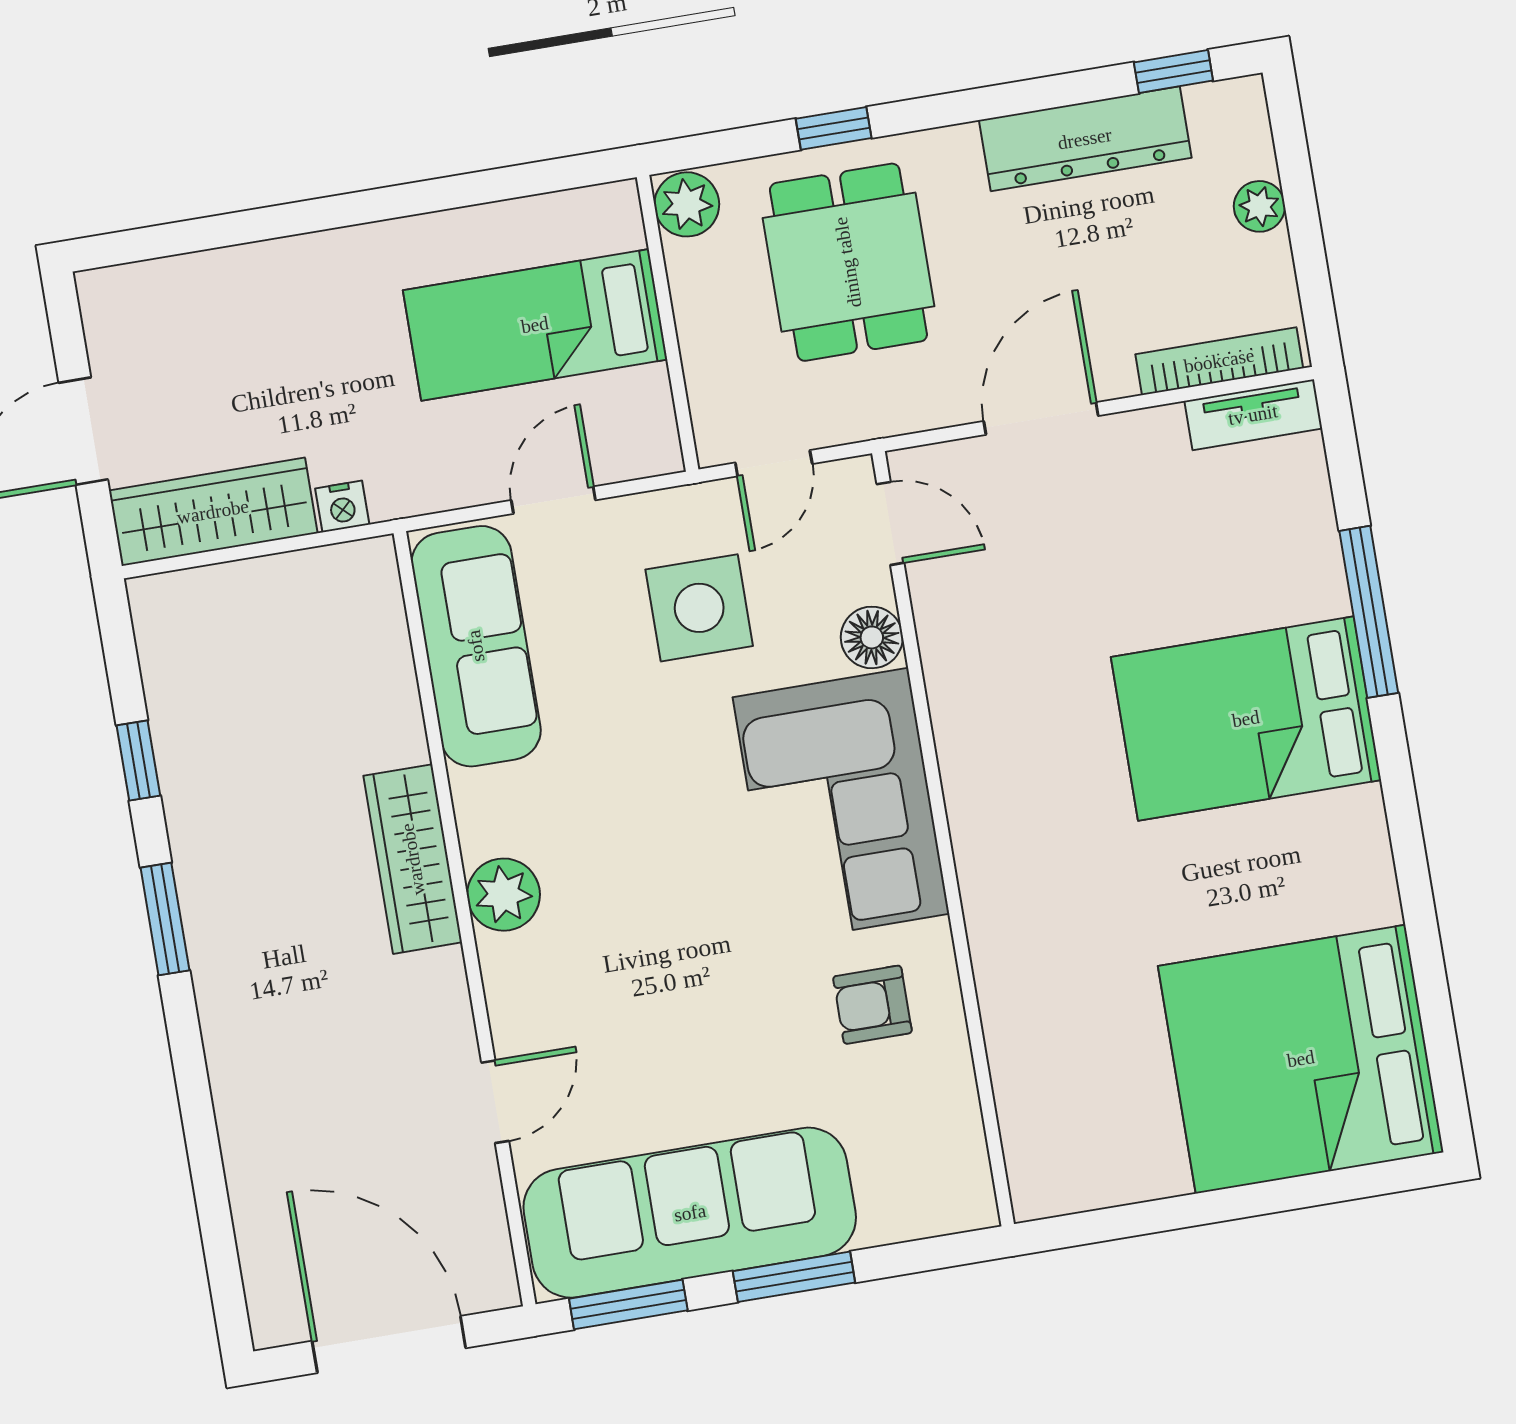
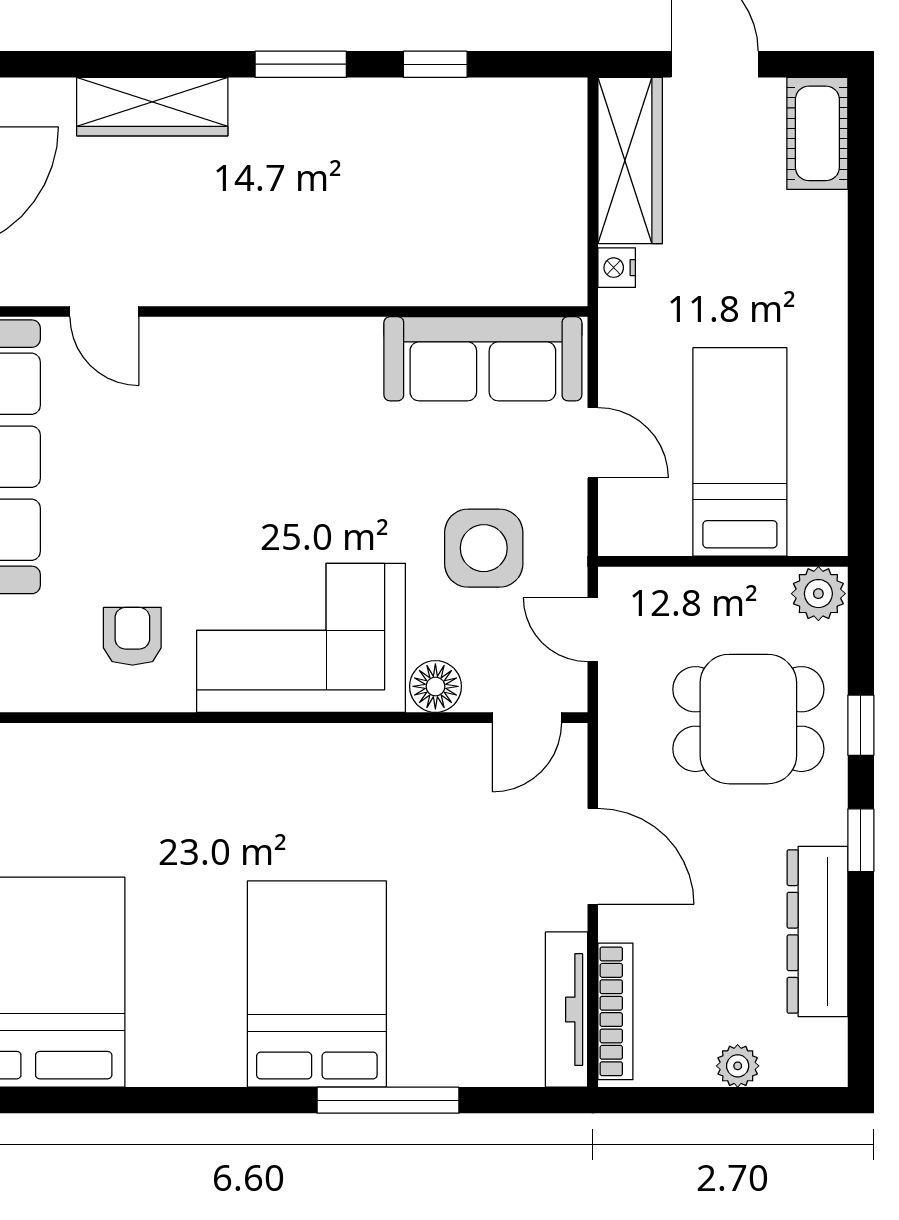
window: (1173, 71) -> (861, 840), moved
cot: (144, 296) -> (817, 133), added
tv unit: (1253, 415) -> (567, 1010), width x1.41
wardrobe: (413, 859) -> (152, 107), moved, turned 180
plant: (504, 895) -> (274, 347), removed

